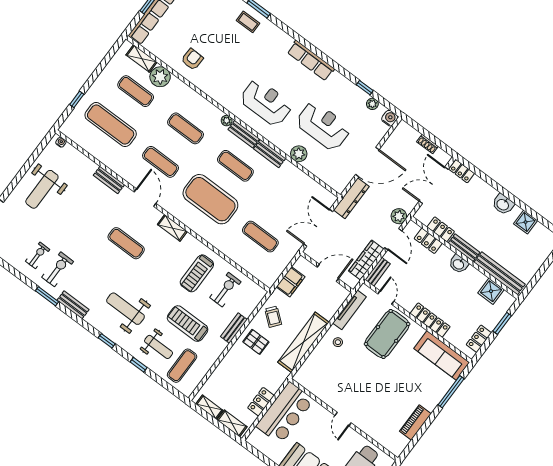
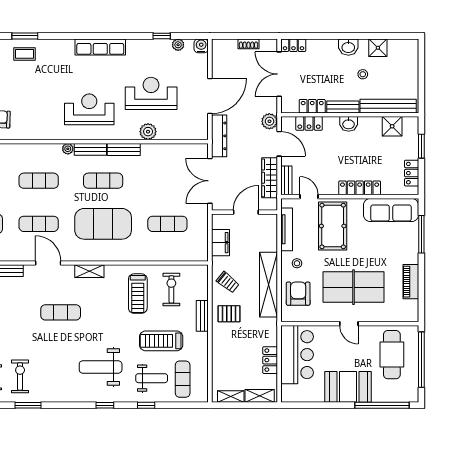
stool: (498, 234) -> (363, 74), added
bench: (73, 305) -> (55, 396), removed
armchair: (321, 366) -> (298, 294), added
table tennis table: (368, 393) -> (354, 287), added

